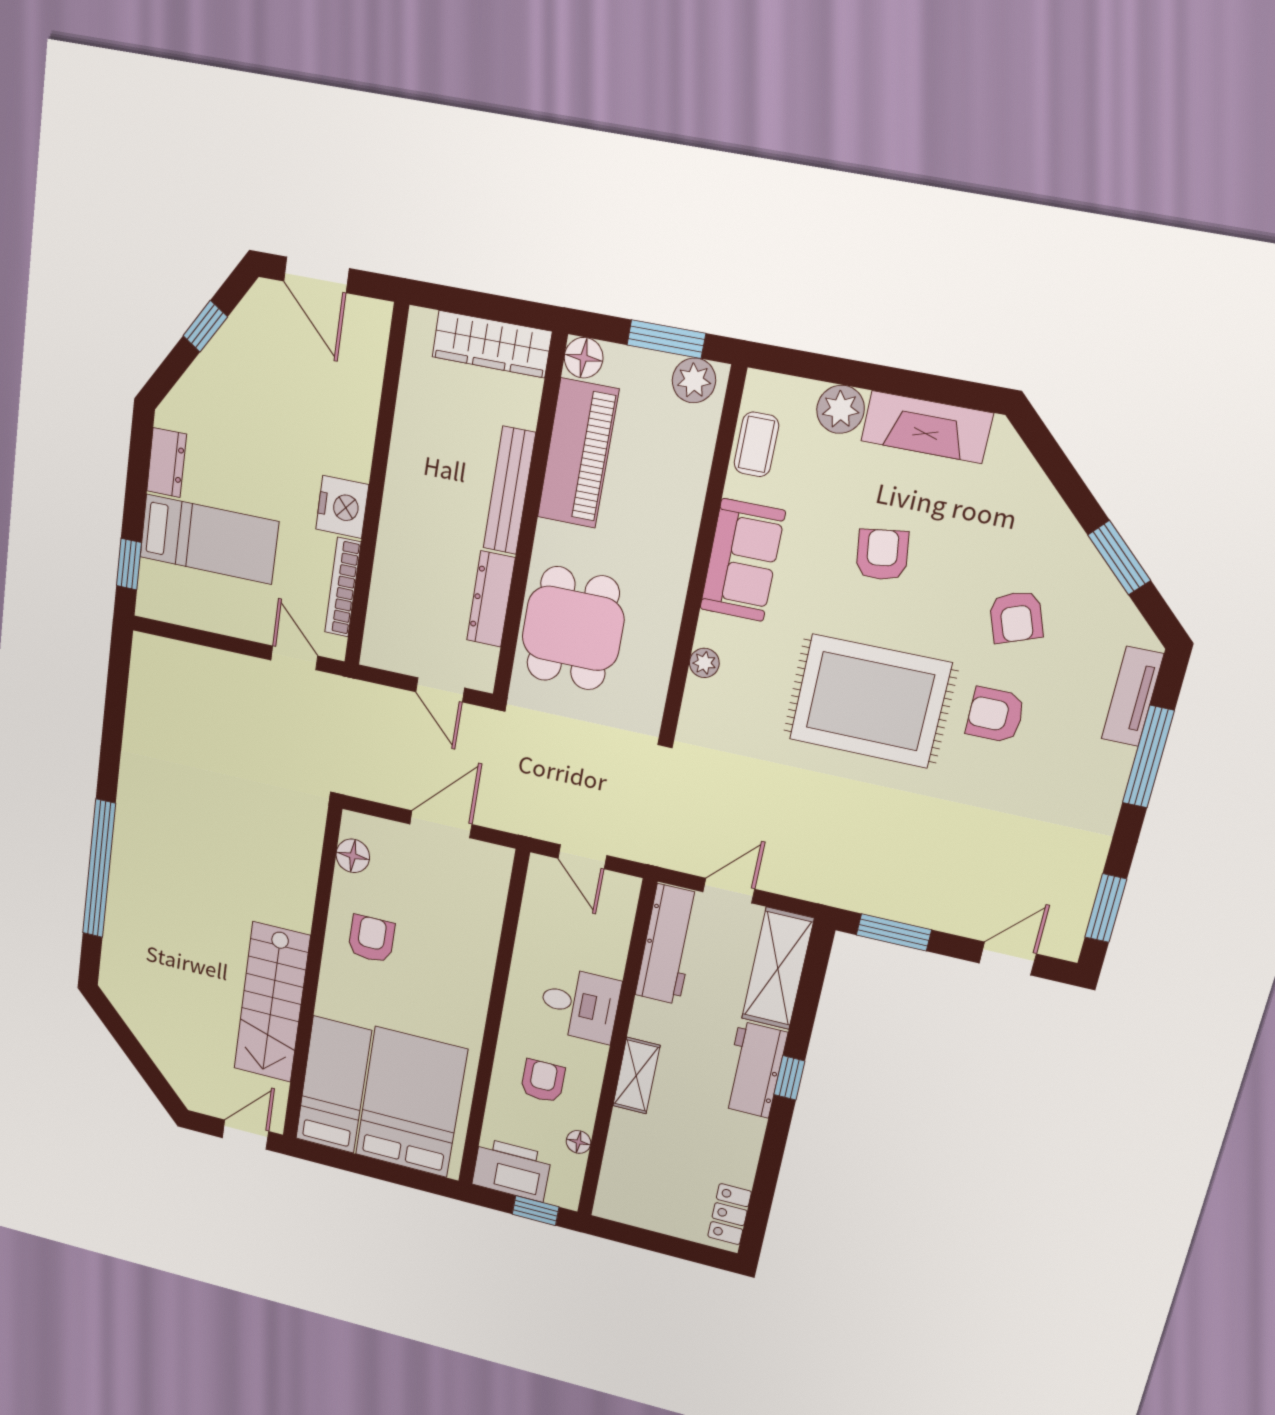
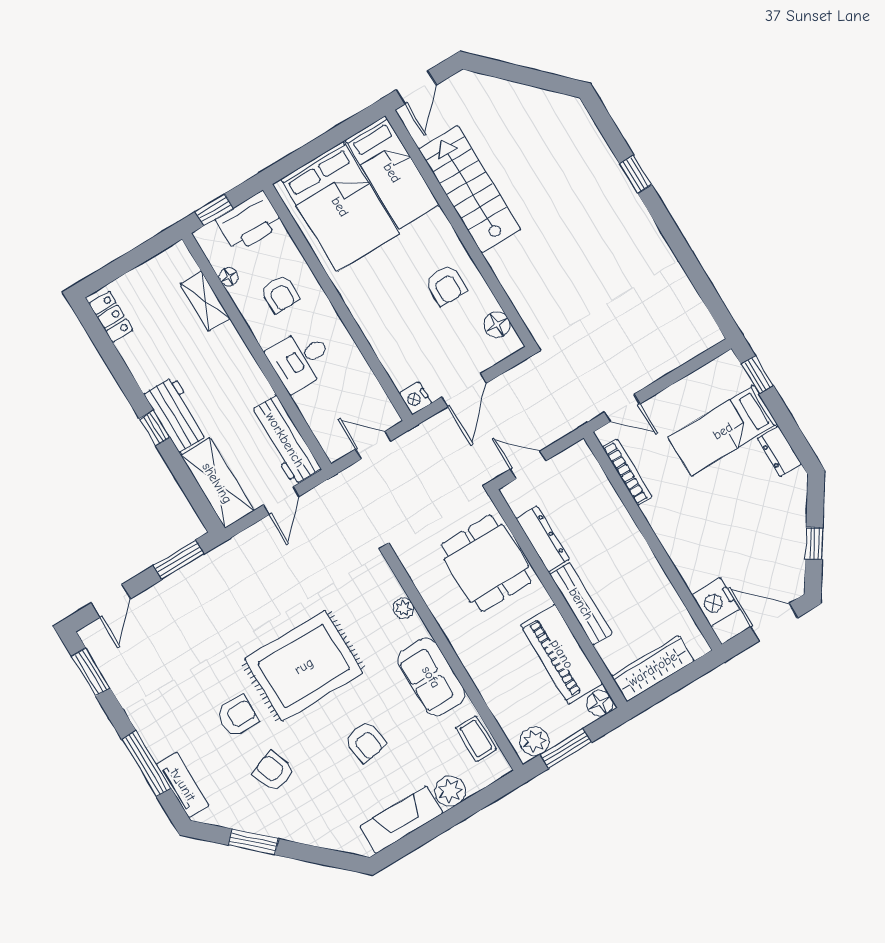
nightstand: (342, 507) -> (716, 602), moved
nightstand: (497, 862) -> (416, 398), added
window: (99, 869) -> (636, 174), width x0.32
shelving: (636, 1076) -> (205, 301), moved

